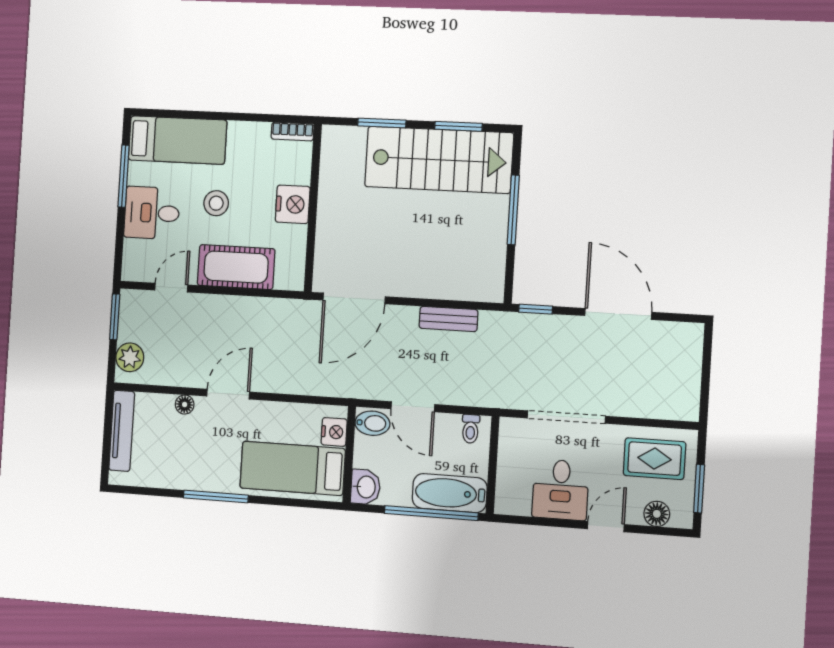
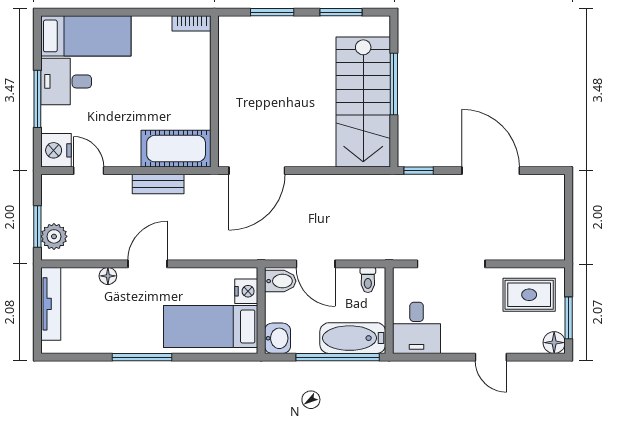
stairs: (439, 160) -> (363, 102), moved, turned 90
window: (124, 176) -> (37, 99), moved
stool: (216, 203) -> (125, 92), removed
nightstand: (293, 204) -> (56, 150), moved, turned 180
desk: (152, 213) -> (66, 81), moved
cot: (236, 267) -> (176, 149), moved
door: (171, 288) -> (89, 171), hinge flipped
window: (115, 317) -> (37, 227), moved
bench: (449, 319) -> (158, 184), moved
desk: (560, 490) -> (417, 328), moved
floor lamp: (657, 514) -> (554, 343), moved
door: (606, 527) -> (491, 357), swing flipped

